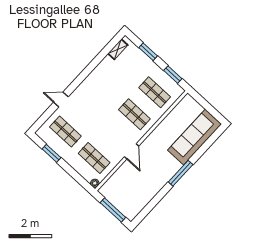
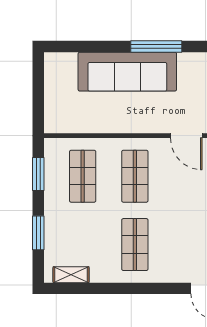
shop shelf: (106, 88) -> (135, 245), added
sofa: (195, 137) -> (127, 72), moved
door: (132, 151) -> (186, 136), swing flipped

